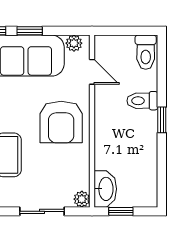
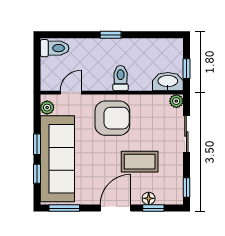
toilet: (142, 101) -> (121, 78), moved, turned 180

